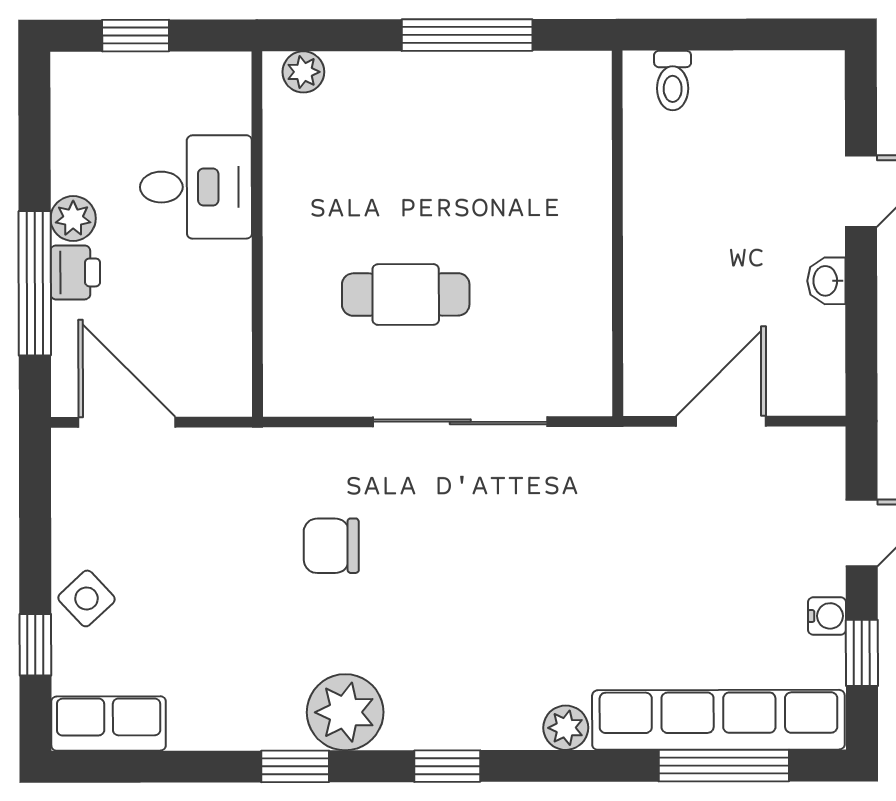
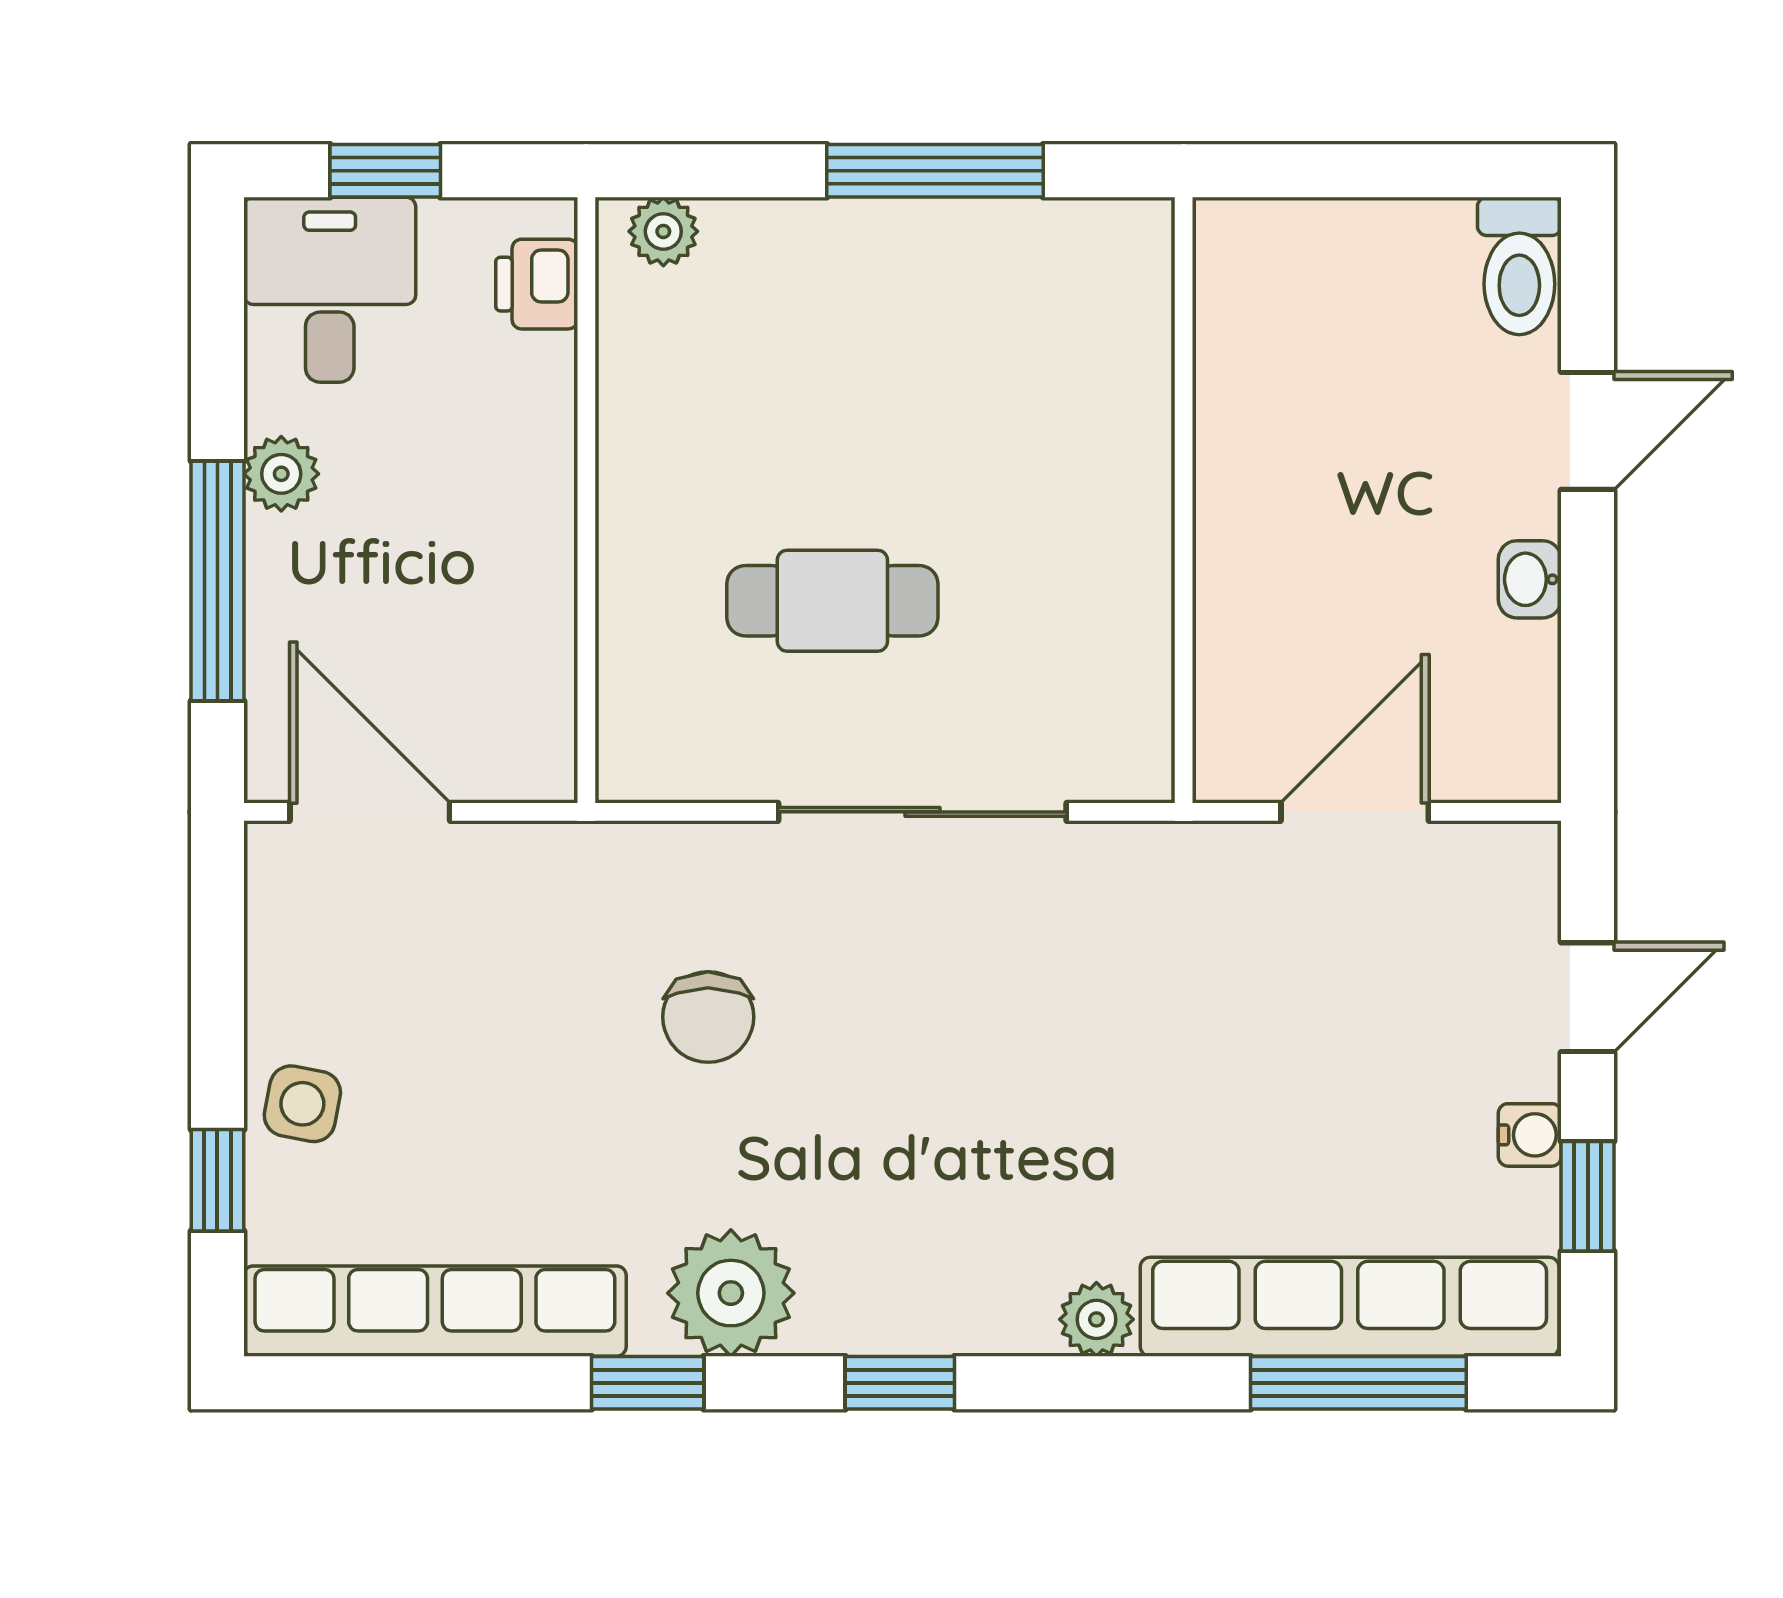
toilet: (673, 81) -> (1519, 266), moved, width x1.37, depth x1.39
desk: (196, 187) -> (330, 290), moved, turned -90
printer: (75, 272) -> (537, 284), moved, turned 180
chair: (331, 546) -> (708, 1017), turned -90
side table: (87, 598) -> (302, 1104), turned -36
row of seats: (109, 724) -> (435, 1311), width x2.02

